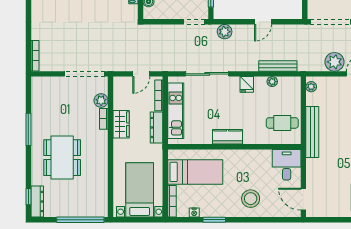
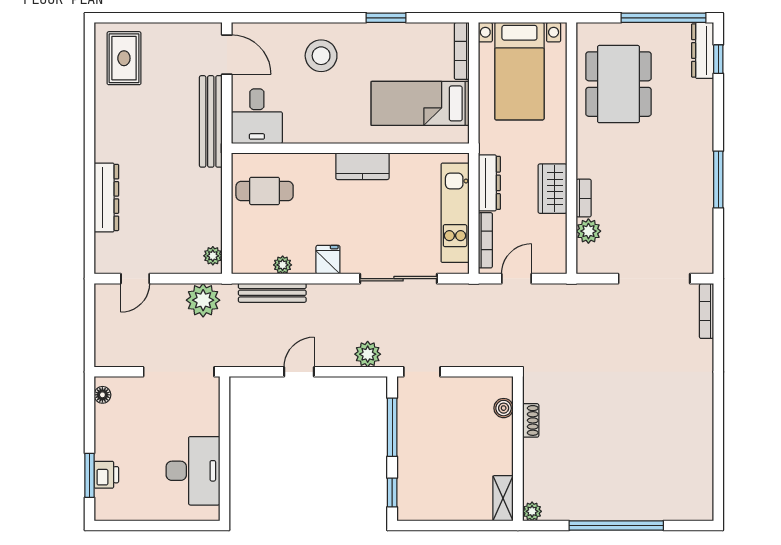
plant: (335, 62) -> (203, 300), moved
doorway: (85, 74) -> (654, 279), moved
bench: (312, 132) -> (211, 121), moved
dining table: (62, 158) -> (619, 84), moved
nightstand: (194, 213) -> (422, 31), removed
window: (80, 220) -> (664, 18), moved

